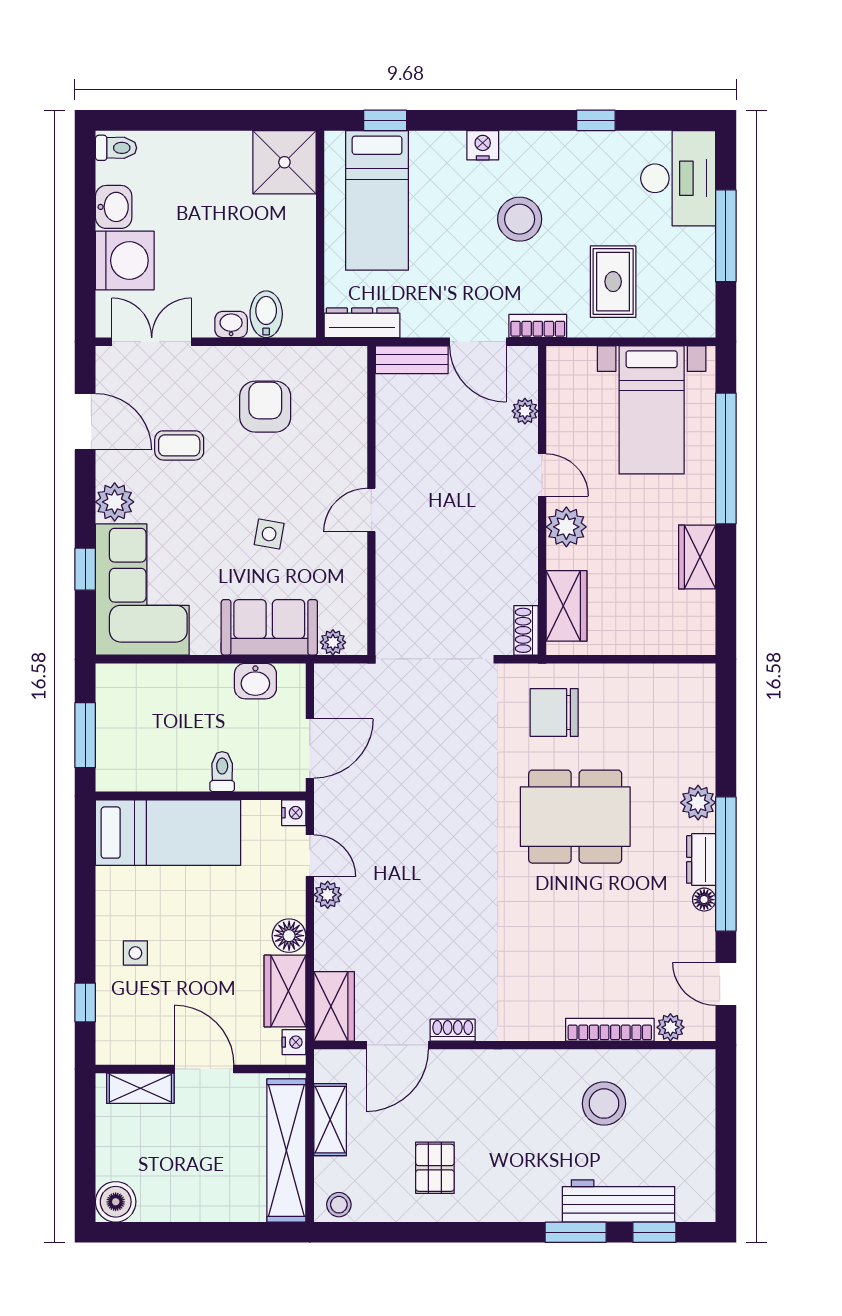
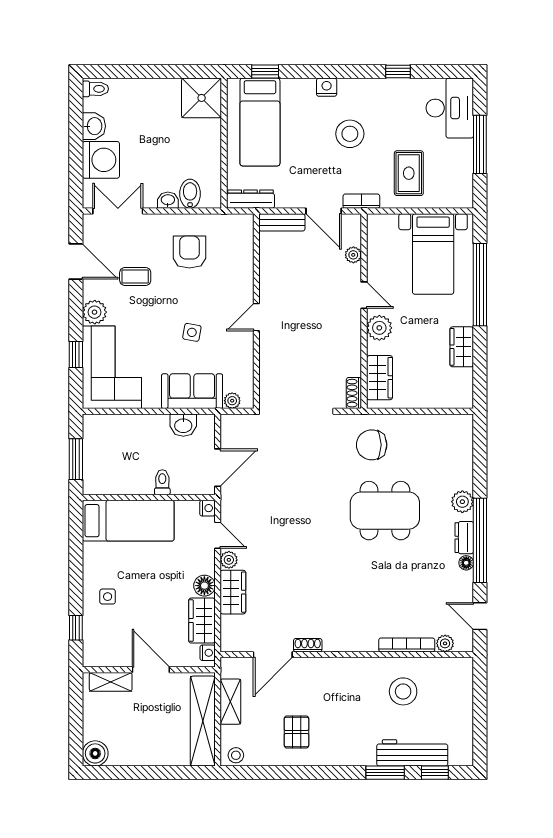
wardrobe: (334, 1006) -> (233, 592), moved

